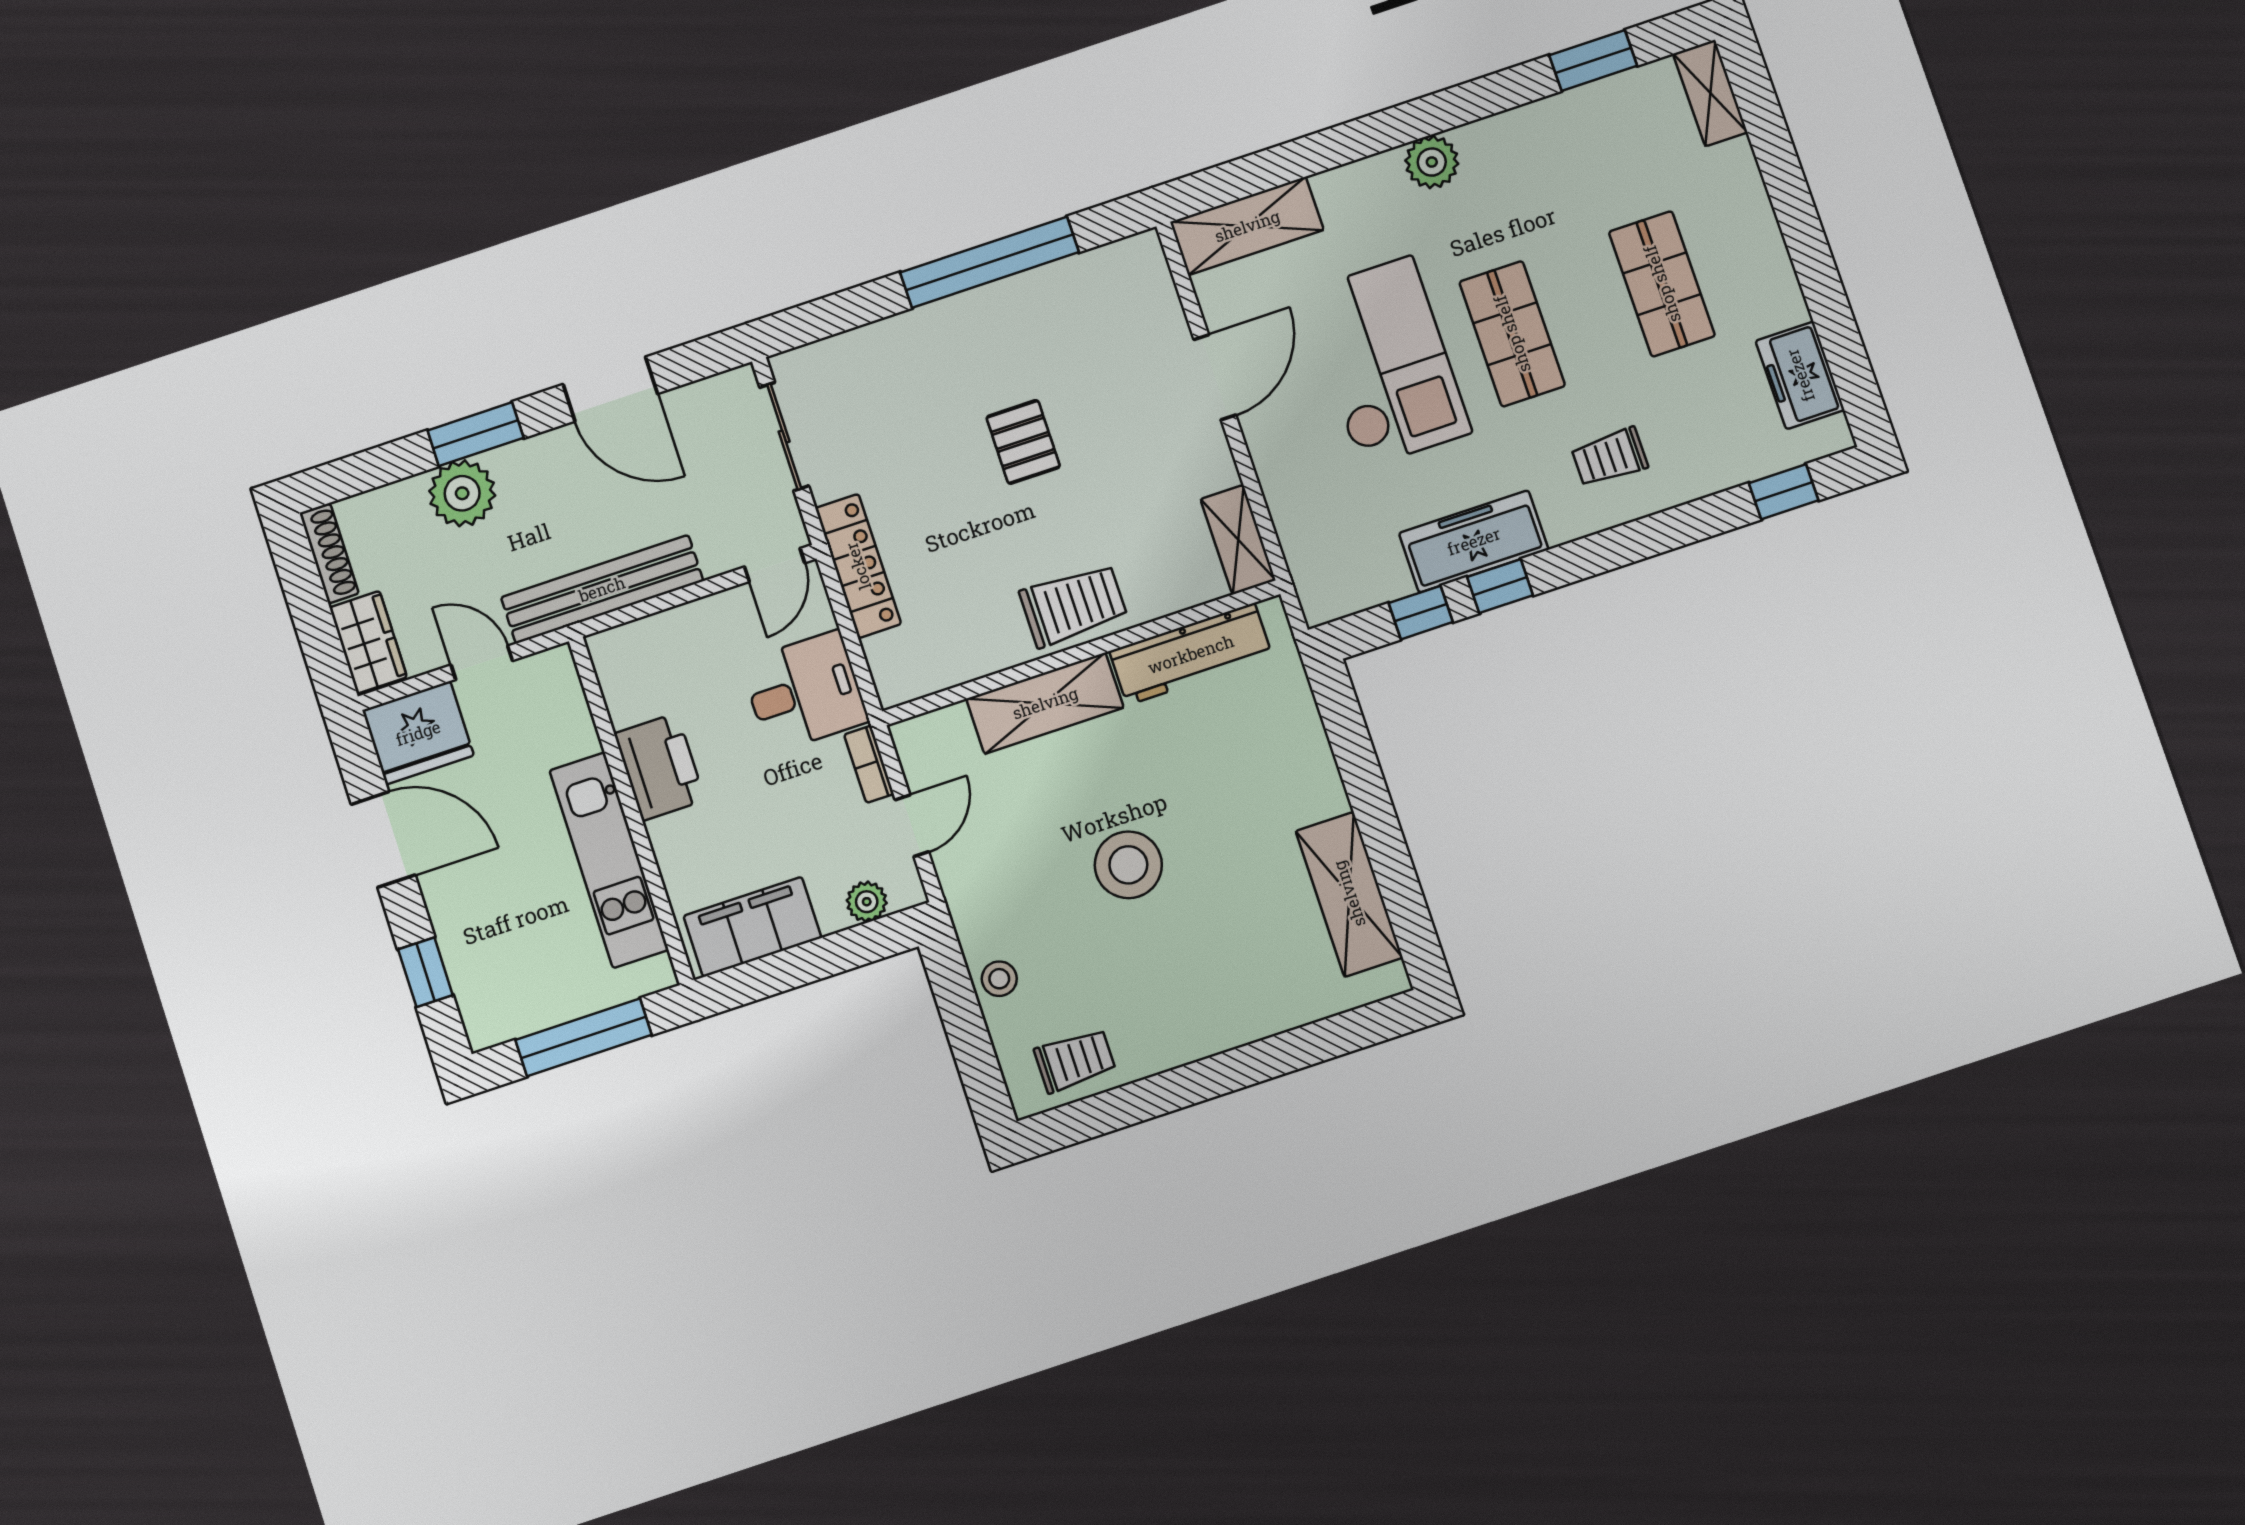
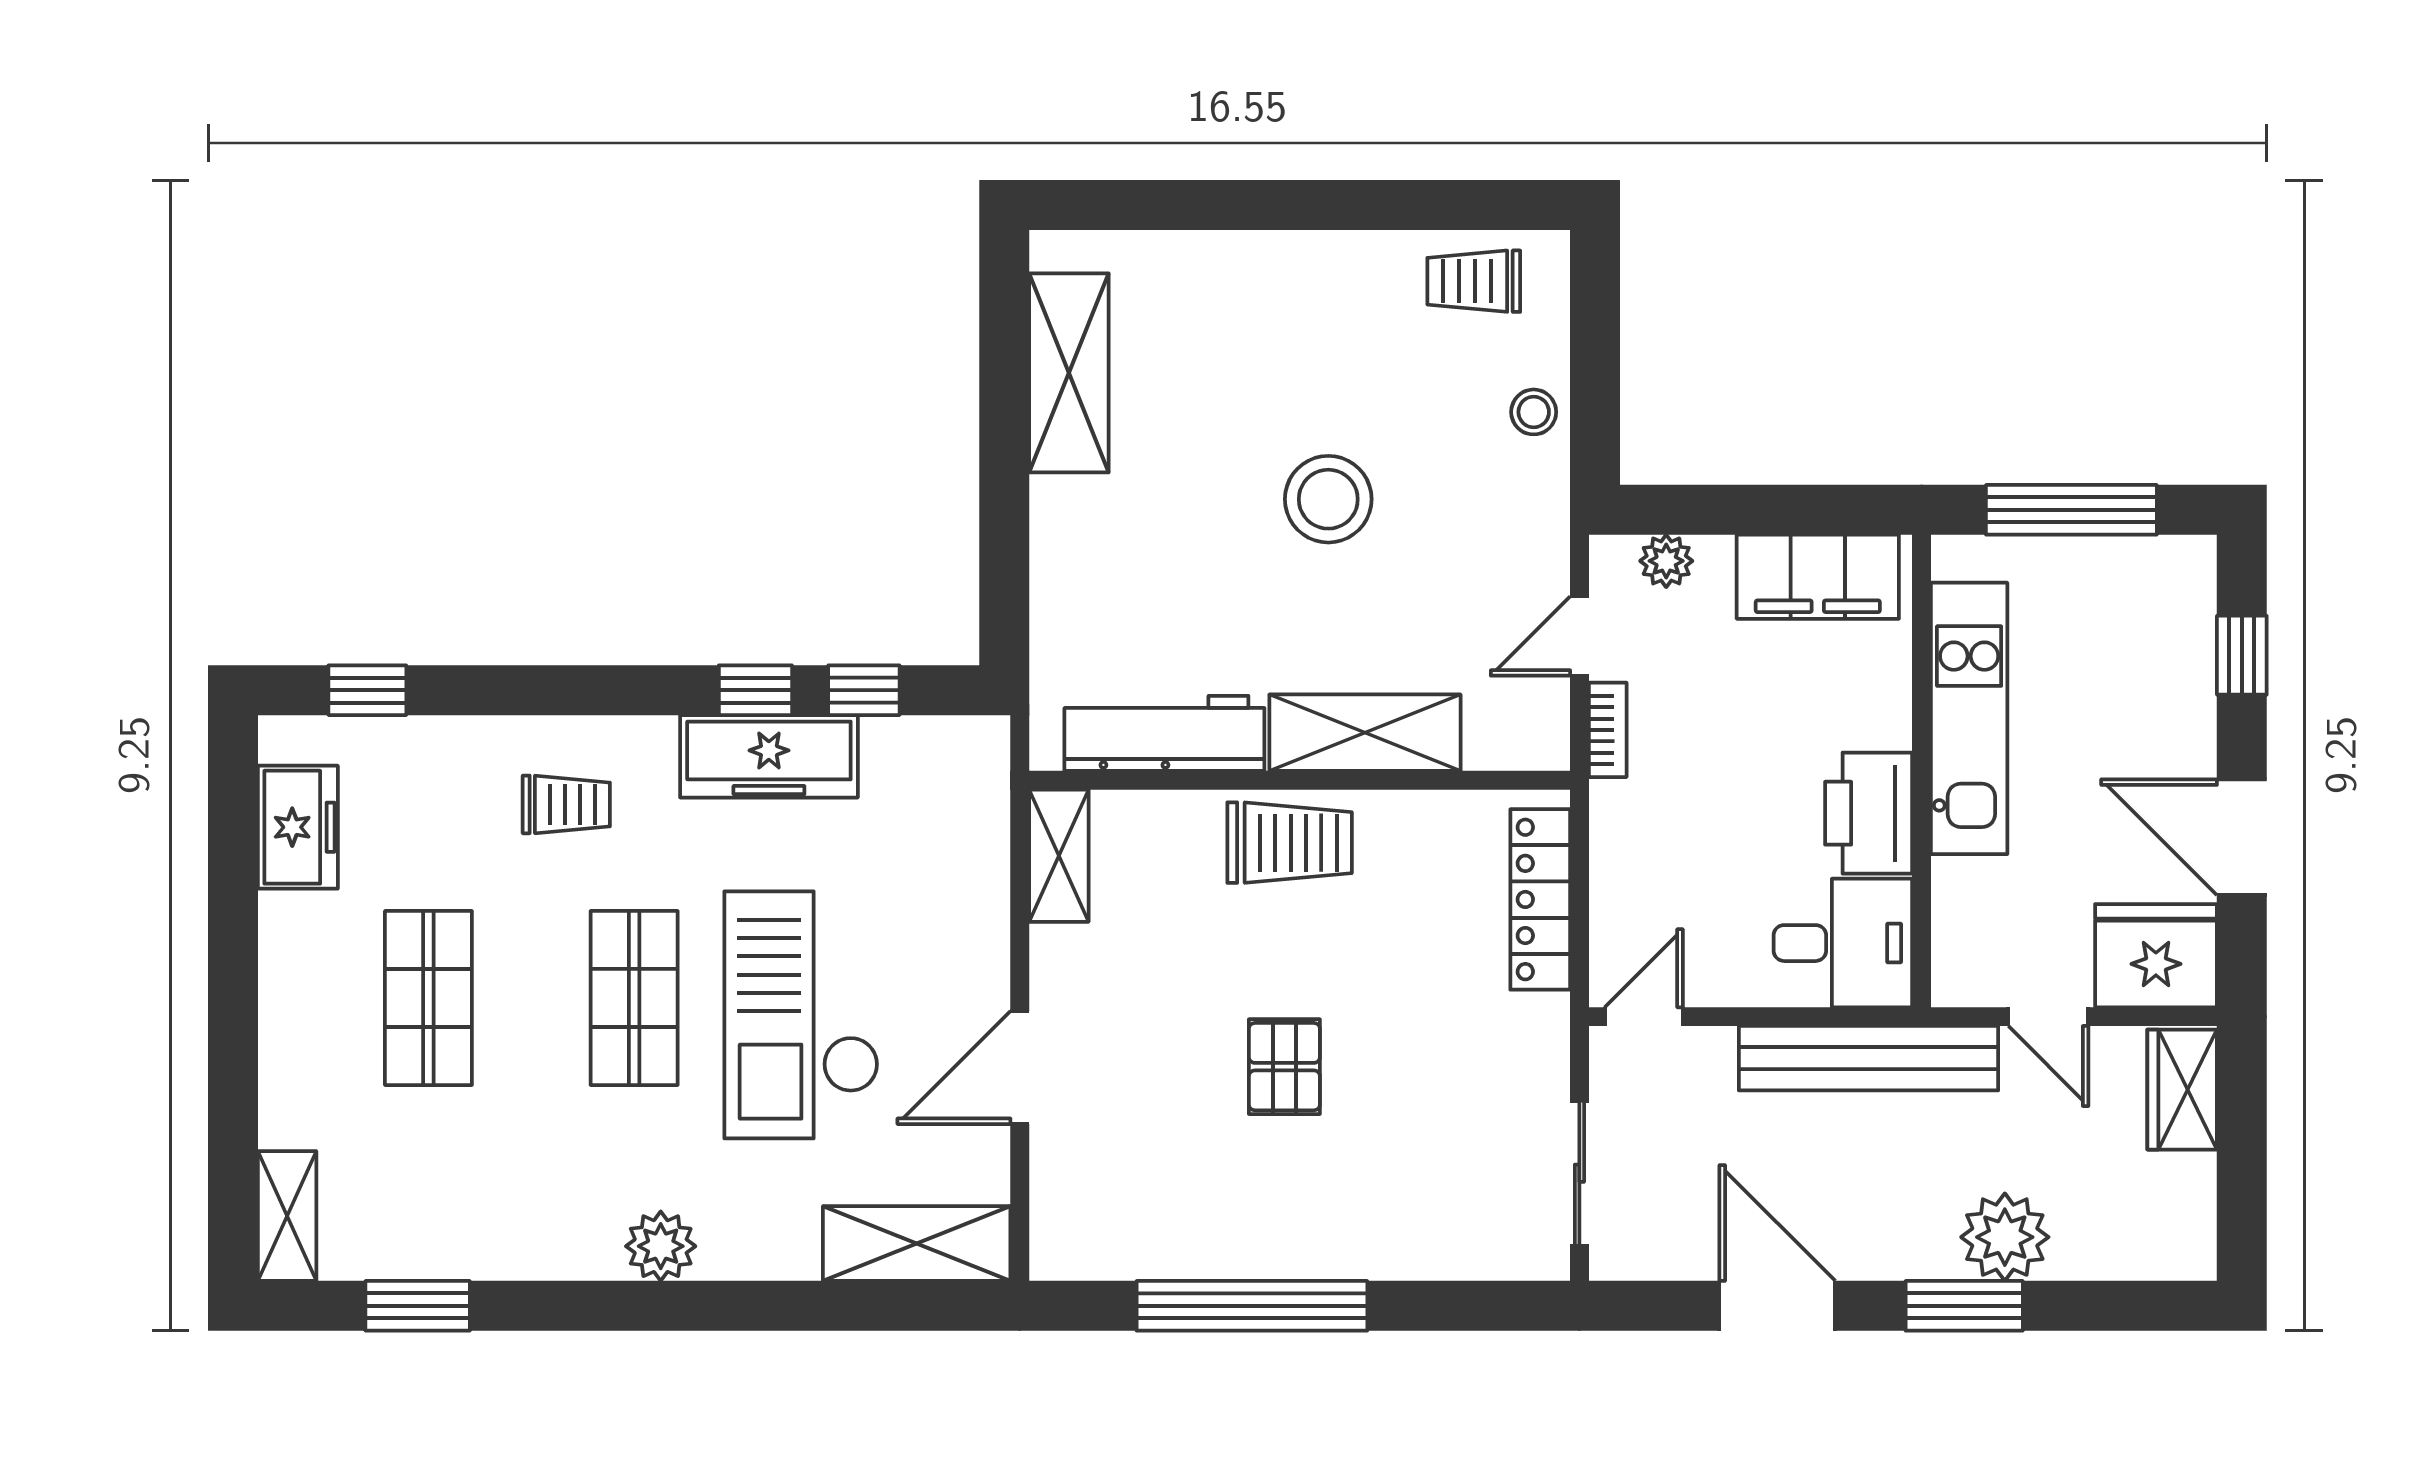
shoe rack: (329, 554) -> (2196, 1217), removed
locker: (858, 566) -> (1540, 899), moved
trolley: (1073, 605) -> (1290, 843), turned 180
desk: (805, 692) -> (1843, 943), moved, turned 180

